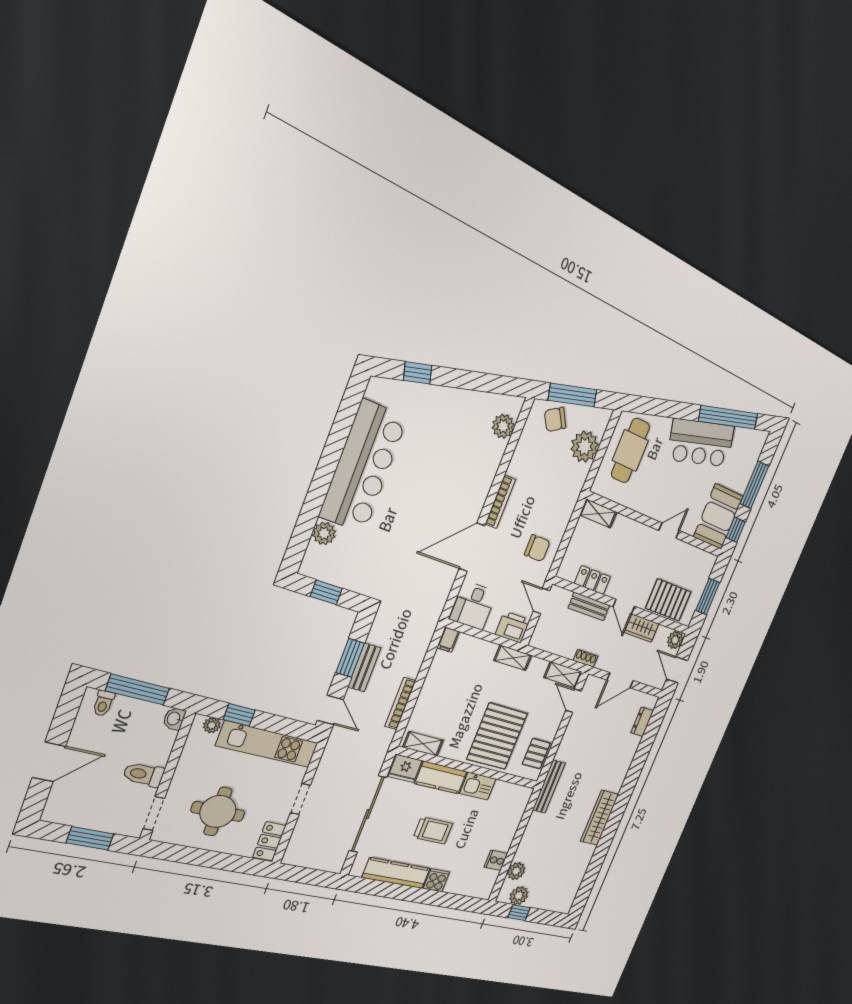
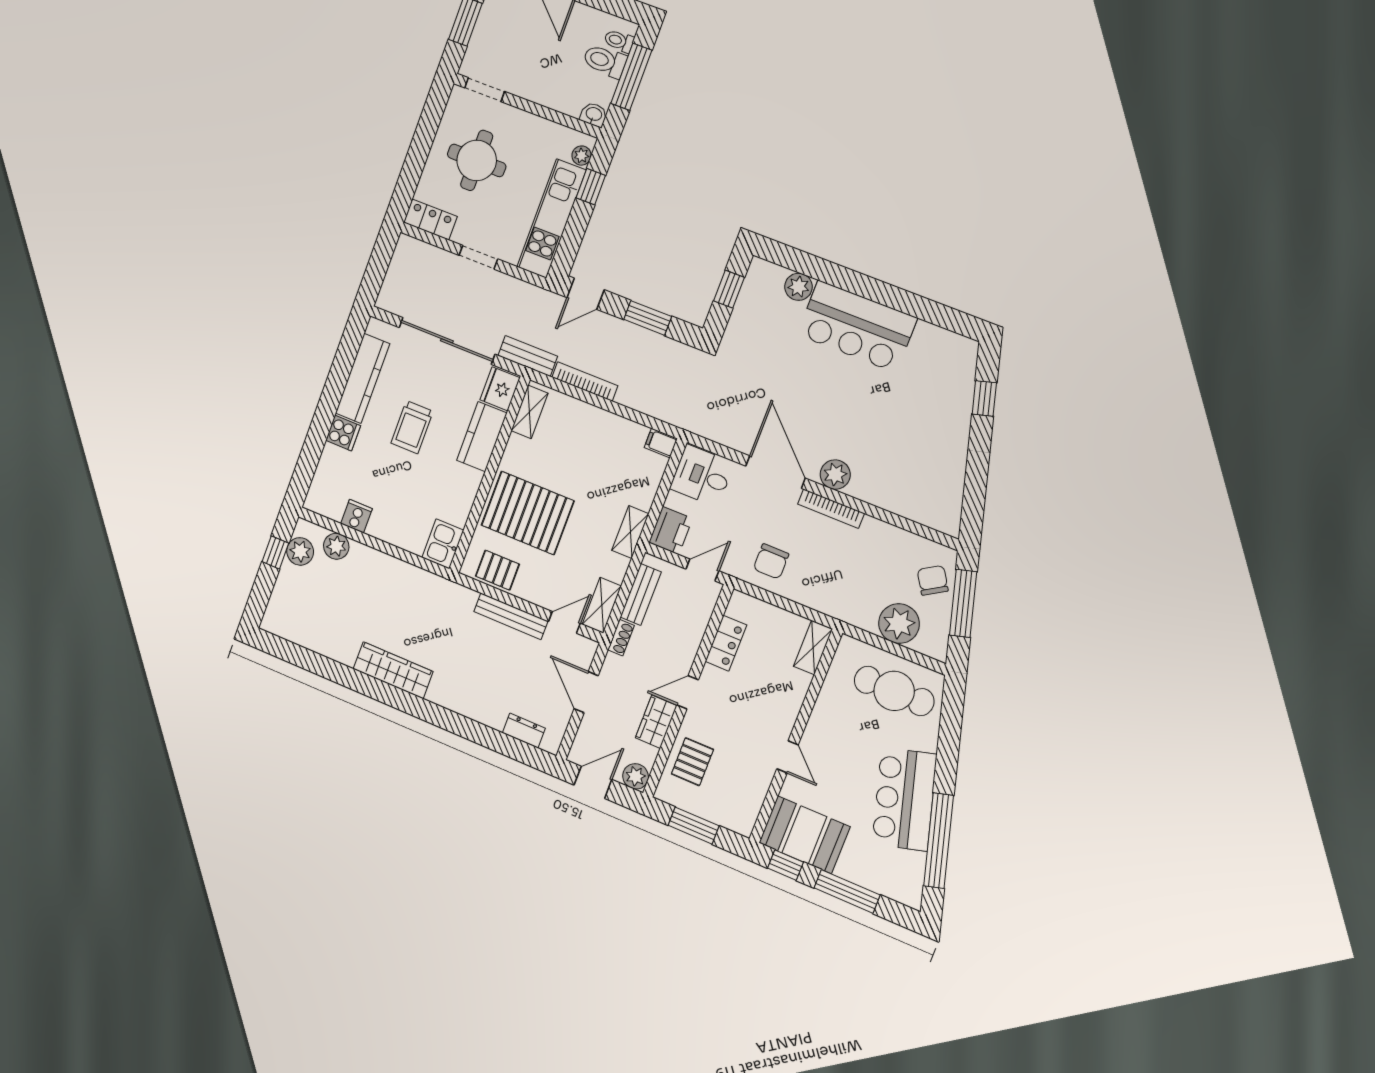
plant: (503, 426) -> (835, 475), moved
bar counter: (363, 467) -> (857, 326), width x0.73
pallet: (668, 600) -> (692, 762), width x0.67, depth x0.71
bench: (589, 607) -> (641, 595), moved
bench: (364, 667) -> (528, 356), moved
toilet: (144, 775) -> (605, 61), moved, turned -90
kitchen sink: (478, 786) -> (443, 544), moved
bench: (549, 787) -> (511, 616), moved

